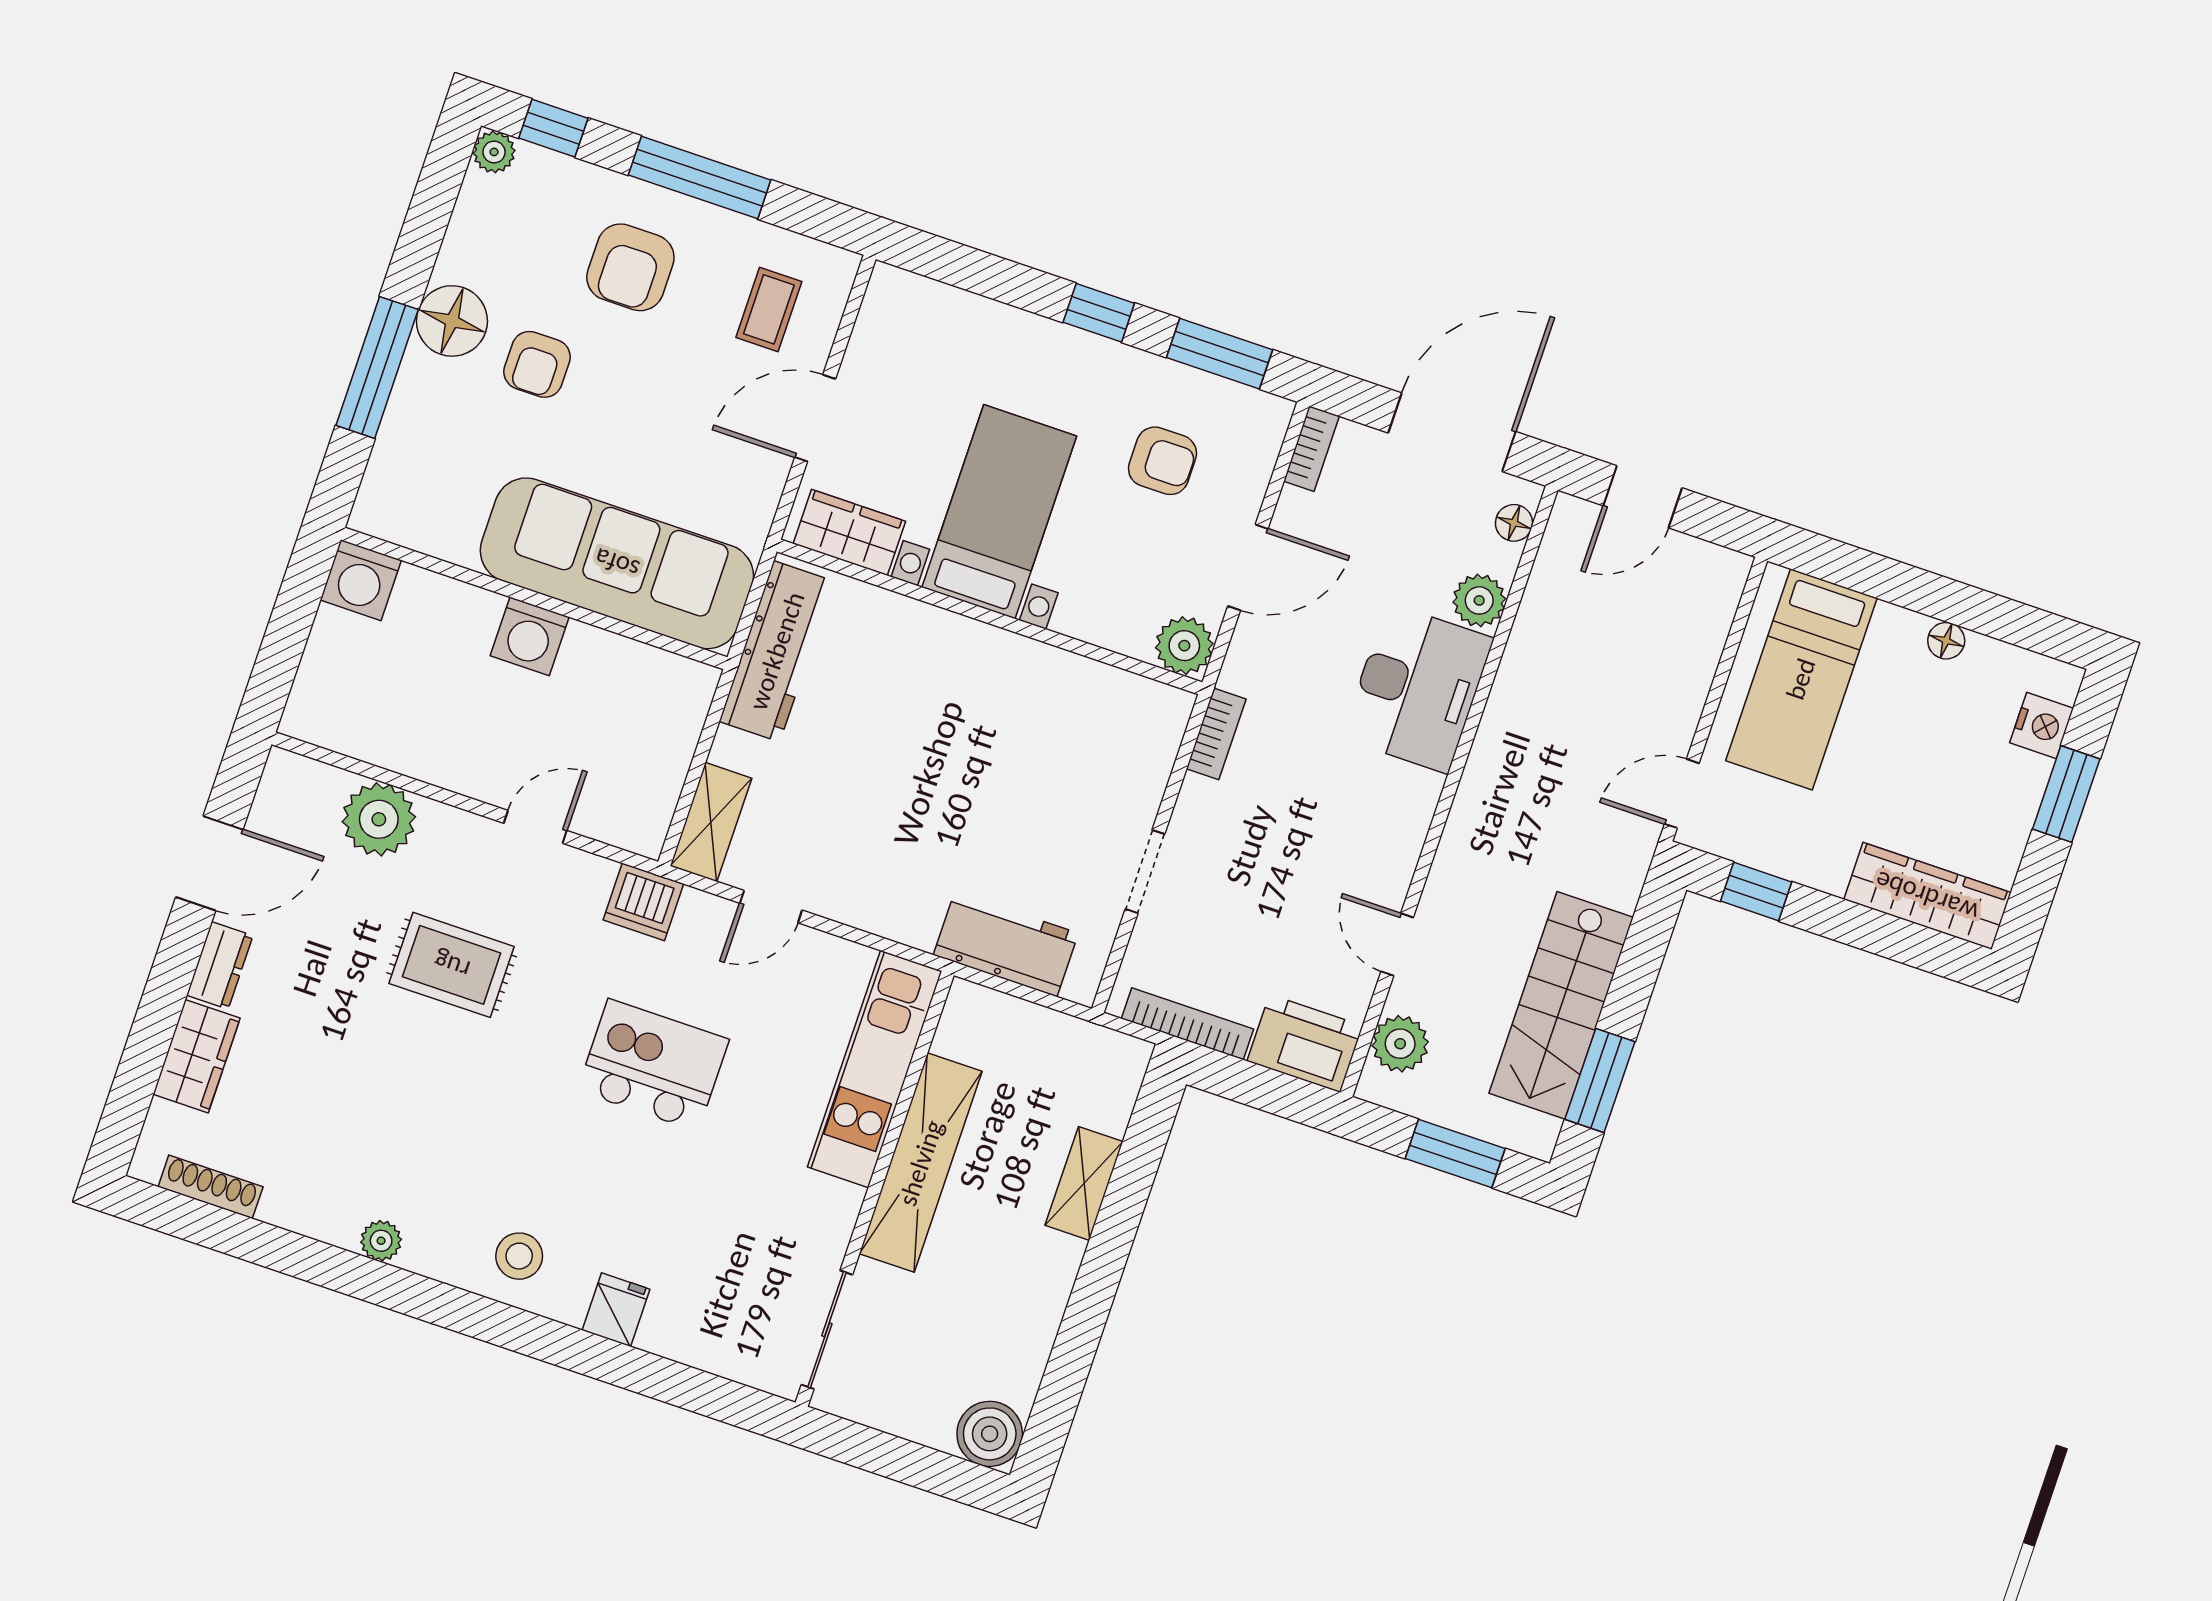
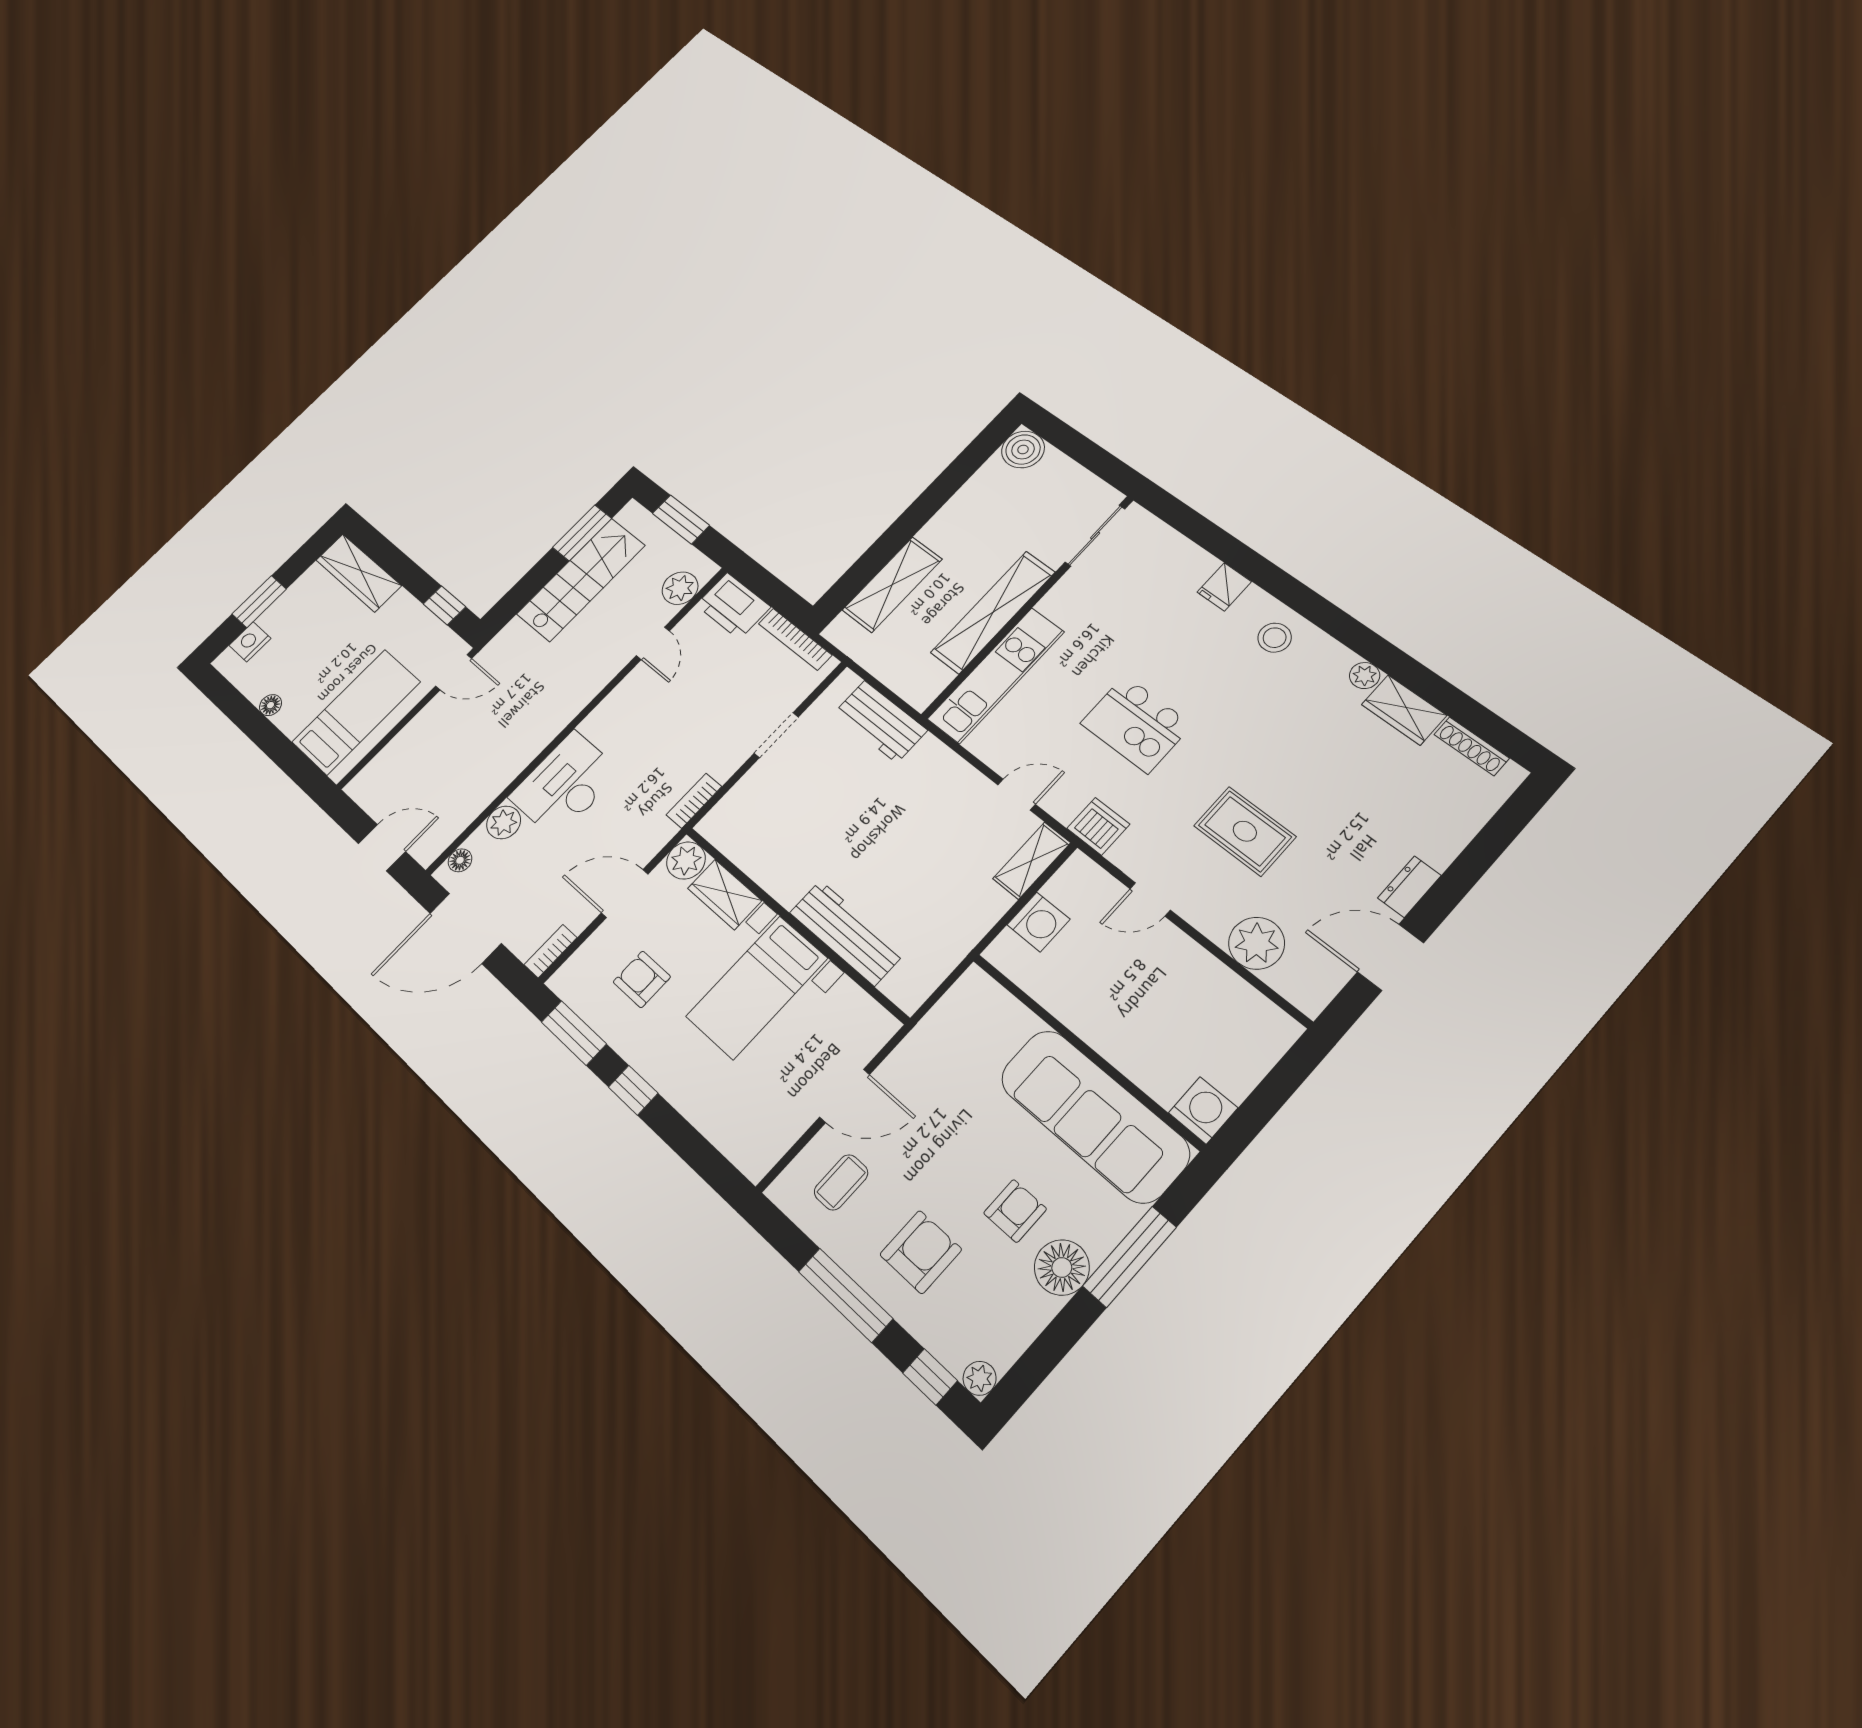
wardrobe: (849, 532) -> (725, 894), moved
sofa: (617, 563) -> (1094, 1116), moved
washing machine: (530, 636) -> (1039, 922), moved, turned 90
workbench: (777, 651) -> (847, 933), moved, turned 90
wardrobe: (197, 1056) -> (1404, 710), moved, turned -90
shelving: (1084, 1183) -> (892, 585), width x1.50, depth x1.33

